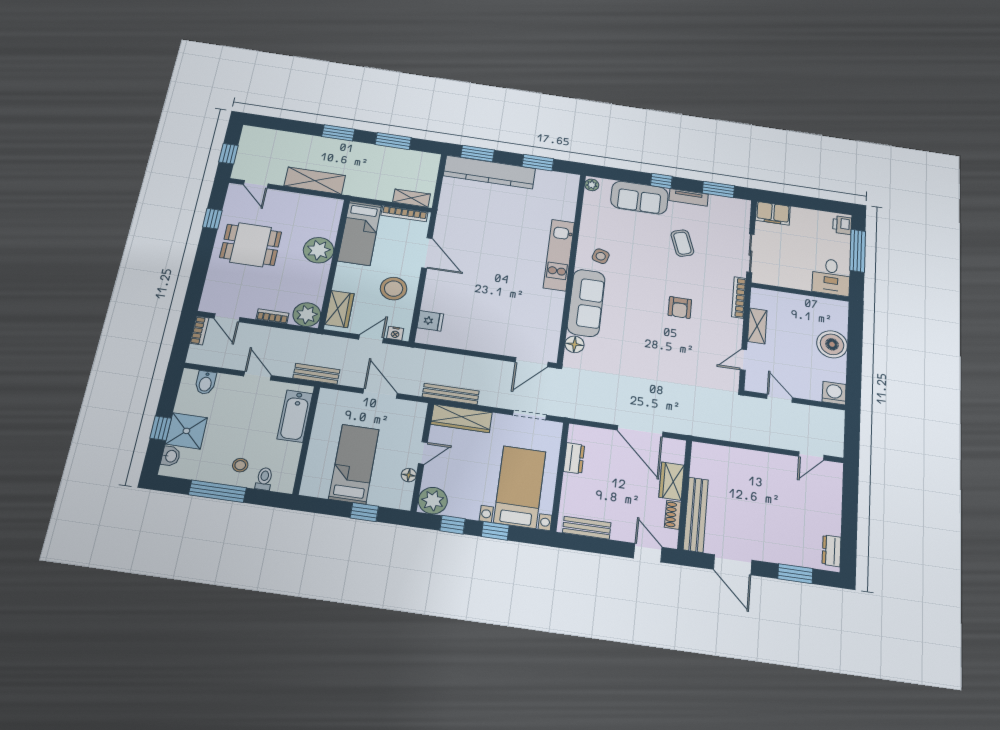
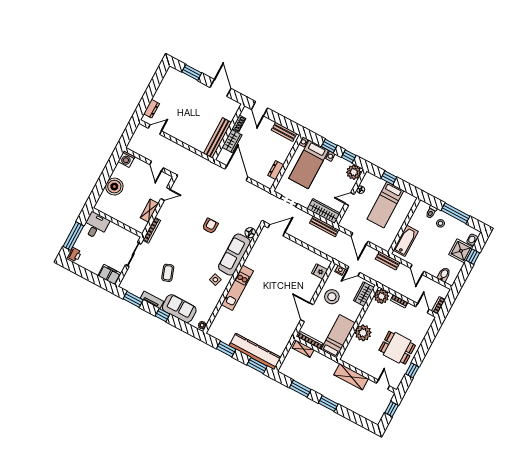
armchair: (680, 307) -> (210, 226), moved
bench: (696, 515) -> (218, 138), moved
dresser: (832, 551) -> (151, 109), moved

